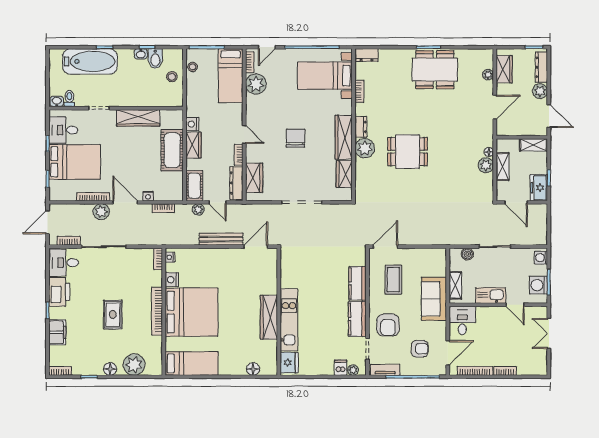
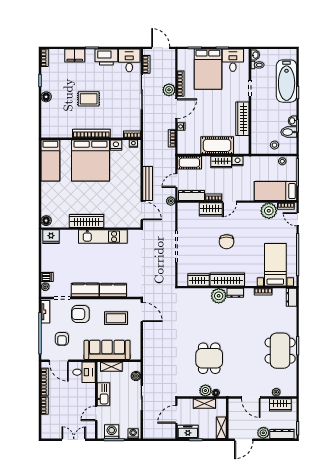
chair: (296, 138) -> (226, 242), turned 90
dining table: (408, 152) -> (209, 358), moved
wardrobe: (254, 178) -> (211, 209), moved
plant: (198, 209) -> (171, 201), moved
sofa: (434, 299) -> (107, 350), width x1.36
kitchen unit: (289, 320) -> (103, 237), moved
plant: (134, 365) -> (49, 116), removed
floor lamp: (253, 369) -> (46, 221), moved

